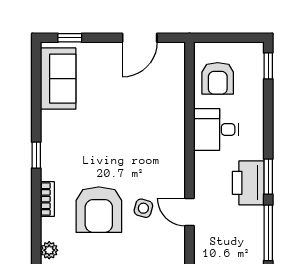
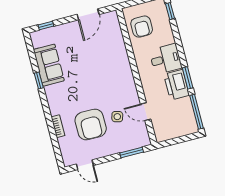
sofa: (58, 79) -> (49, 65), moved
desk: (216, 129) -> (165, 59), moved, turned 180
window: (36, 155) -> (39, 81), moved
plant: (49, 250) -> (67, 157), removed

